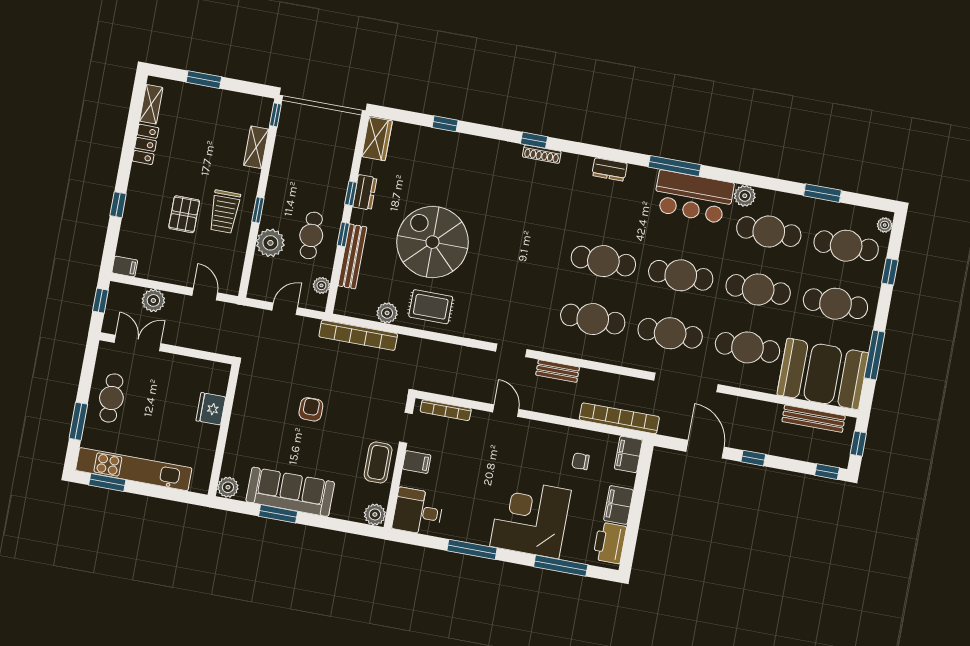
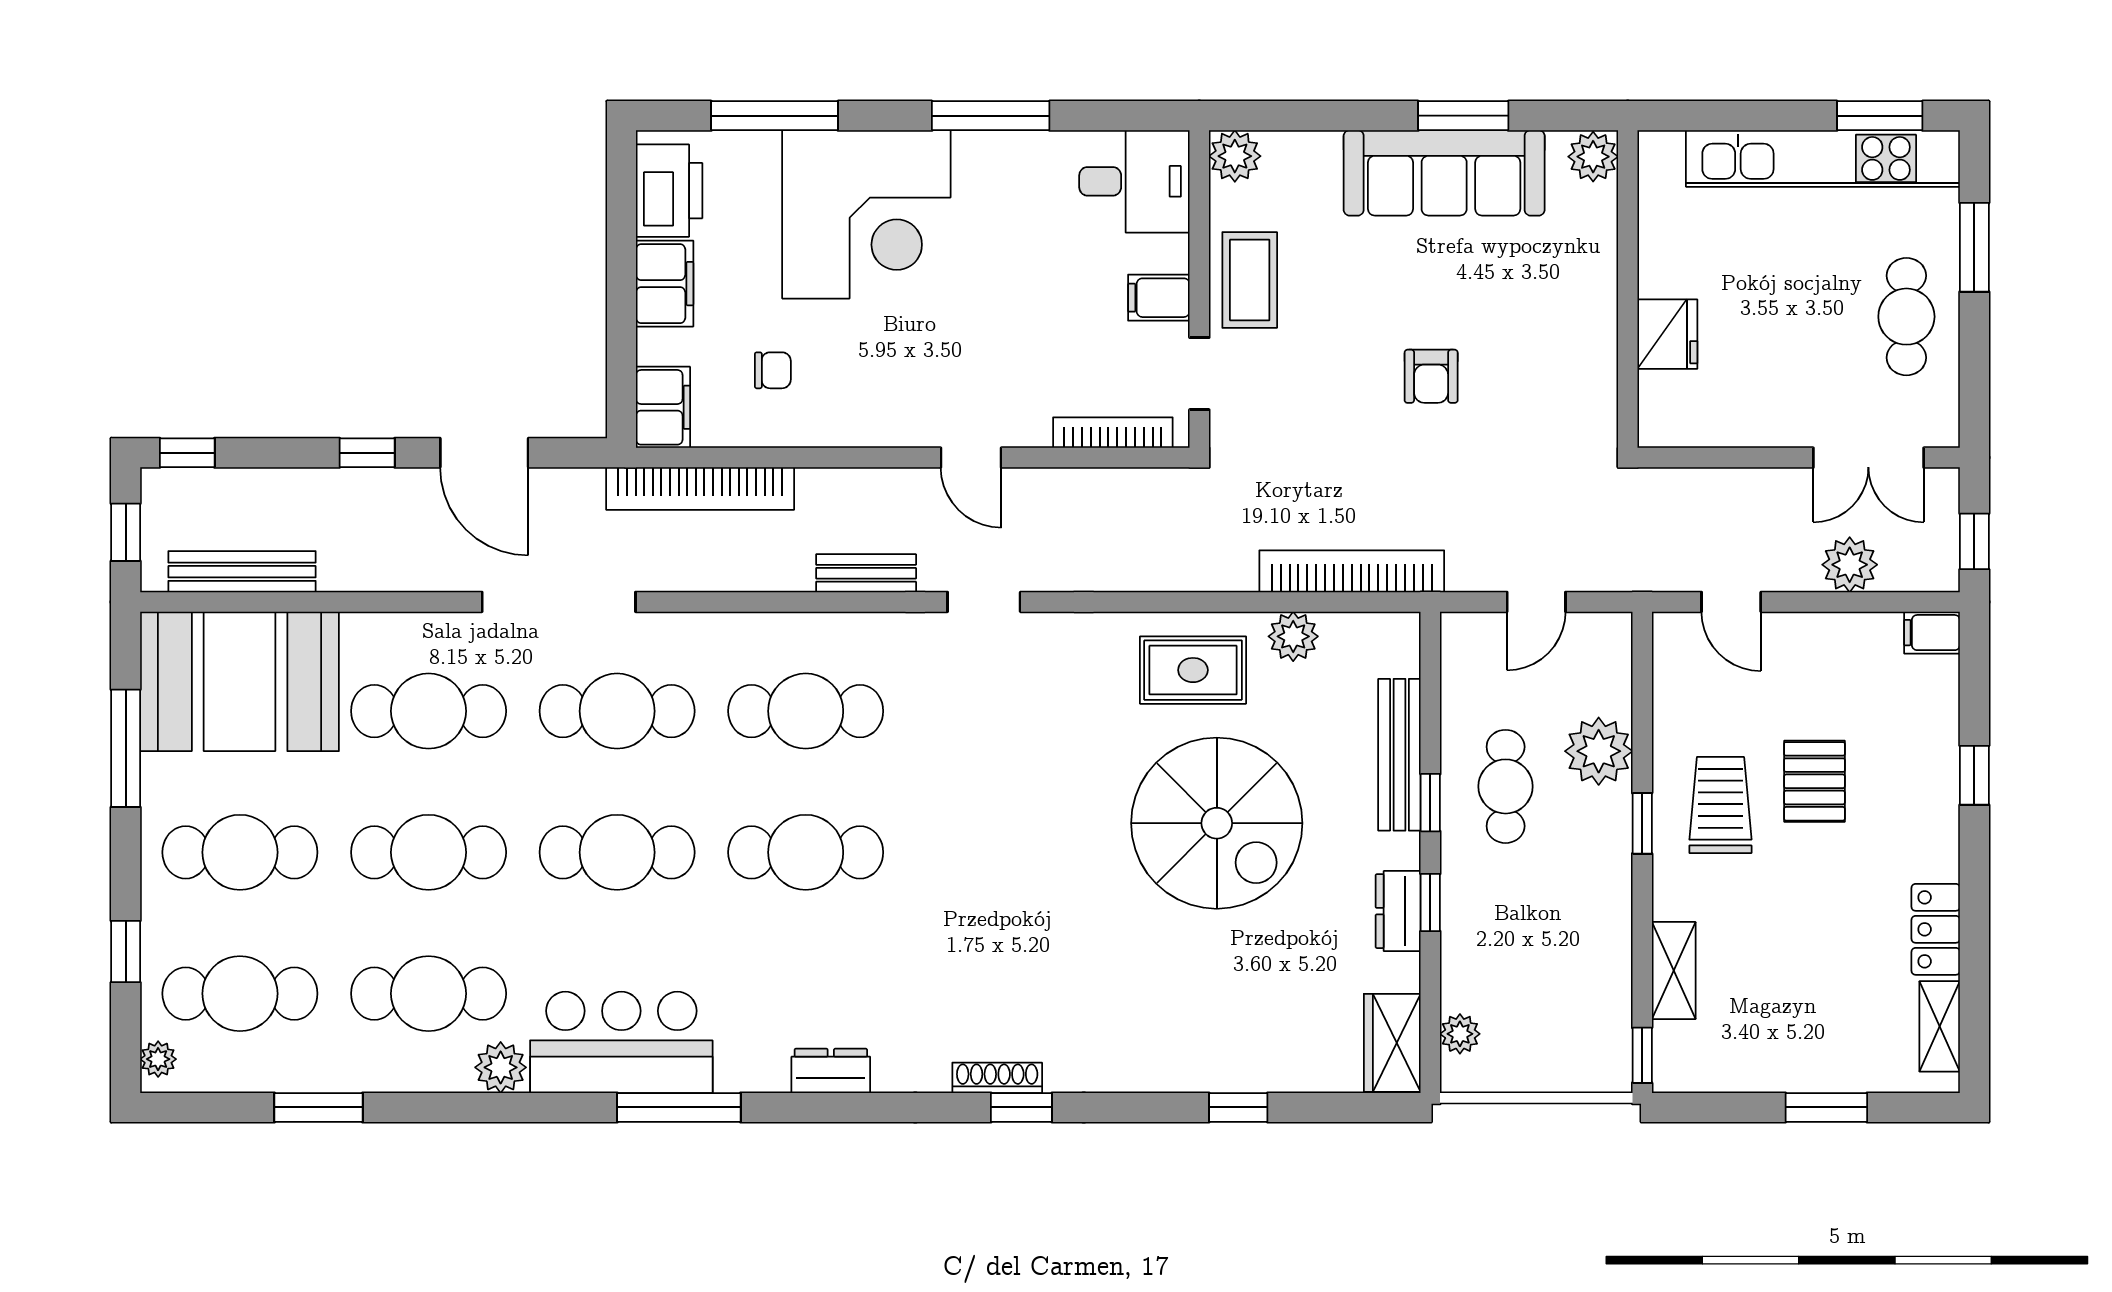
plant: (321, 285) -> (1460, 1034), moved

